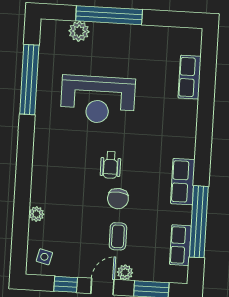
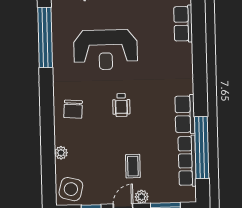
chair: (118, 199) -> (73, 109), moved
row of seats: (180, 245) -> (187, 161), width x1.48
side table: (44, 257) -> (71, 189), width x1.87, depth x1.87

